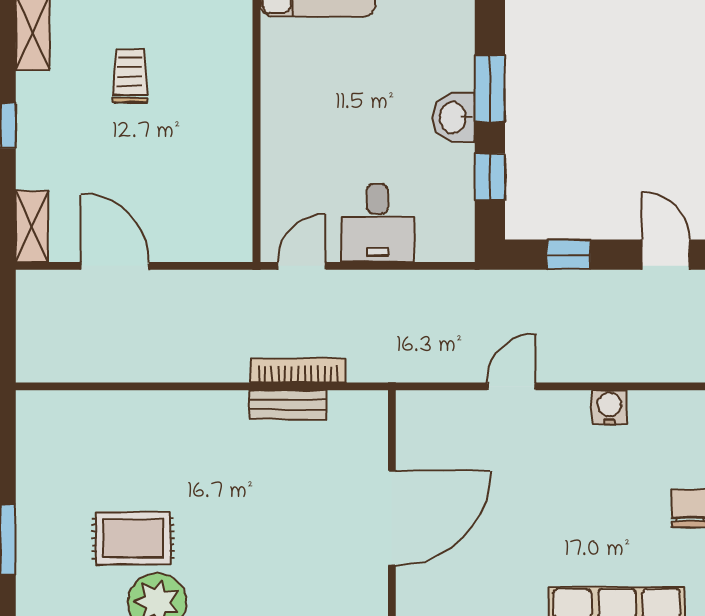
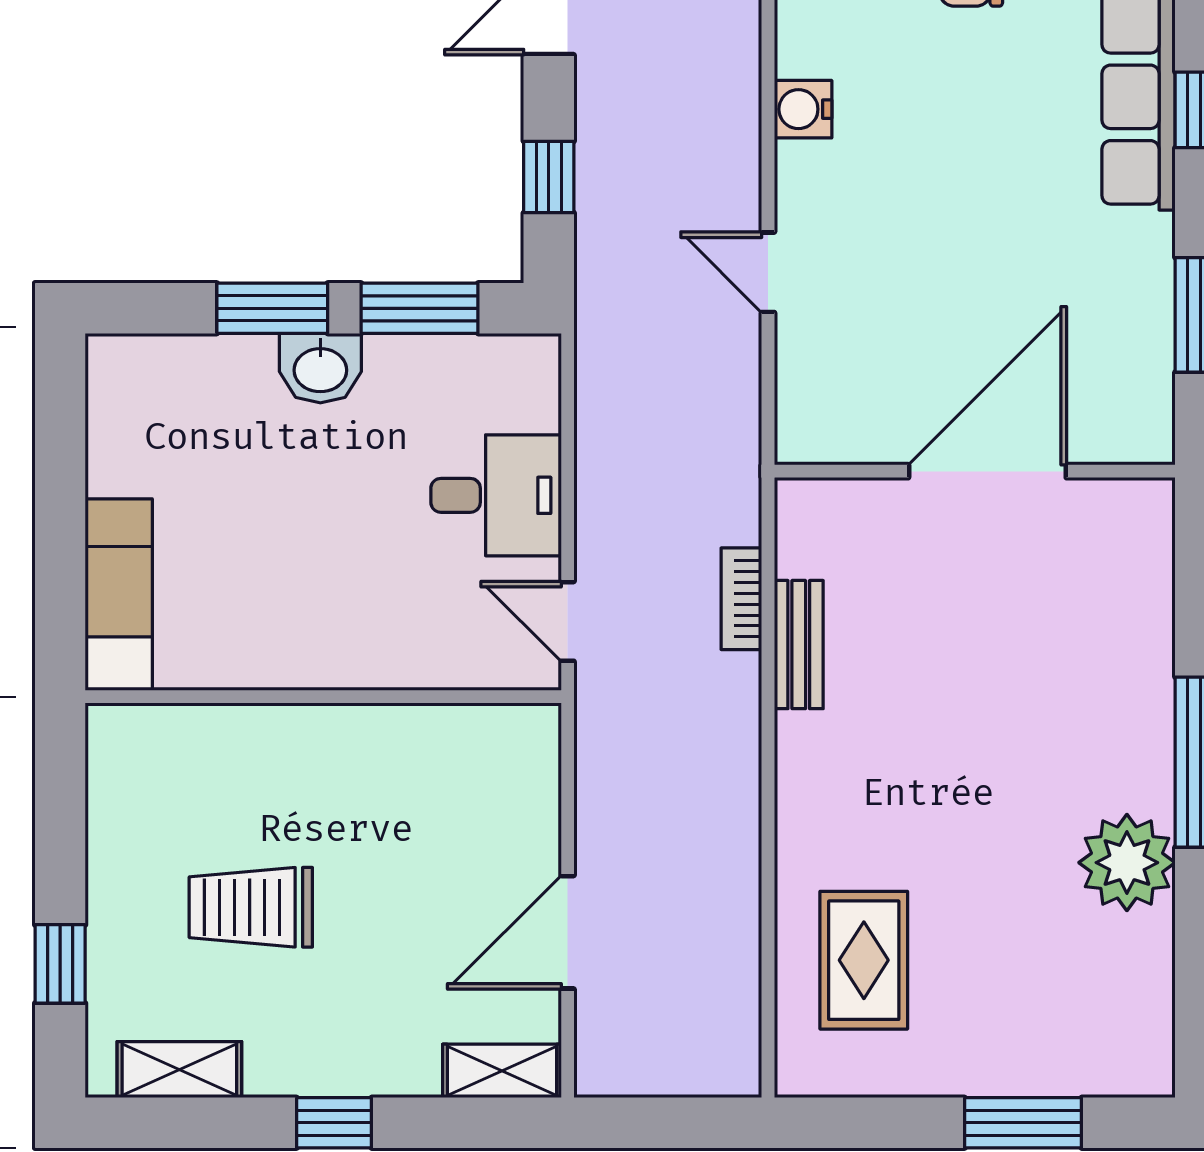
trolley: (130, 76) -> (251, 907), width x1.36, depth x1.39
window: (490, 177) -> (420, 308), width x1.50
bookcase: (298, 370) -> (741, 599), width x0.64
door: (392, 518) -> (987, 471), hinge flipped
rug: (133, 538) -> (864, 960), moved

